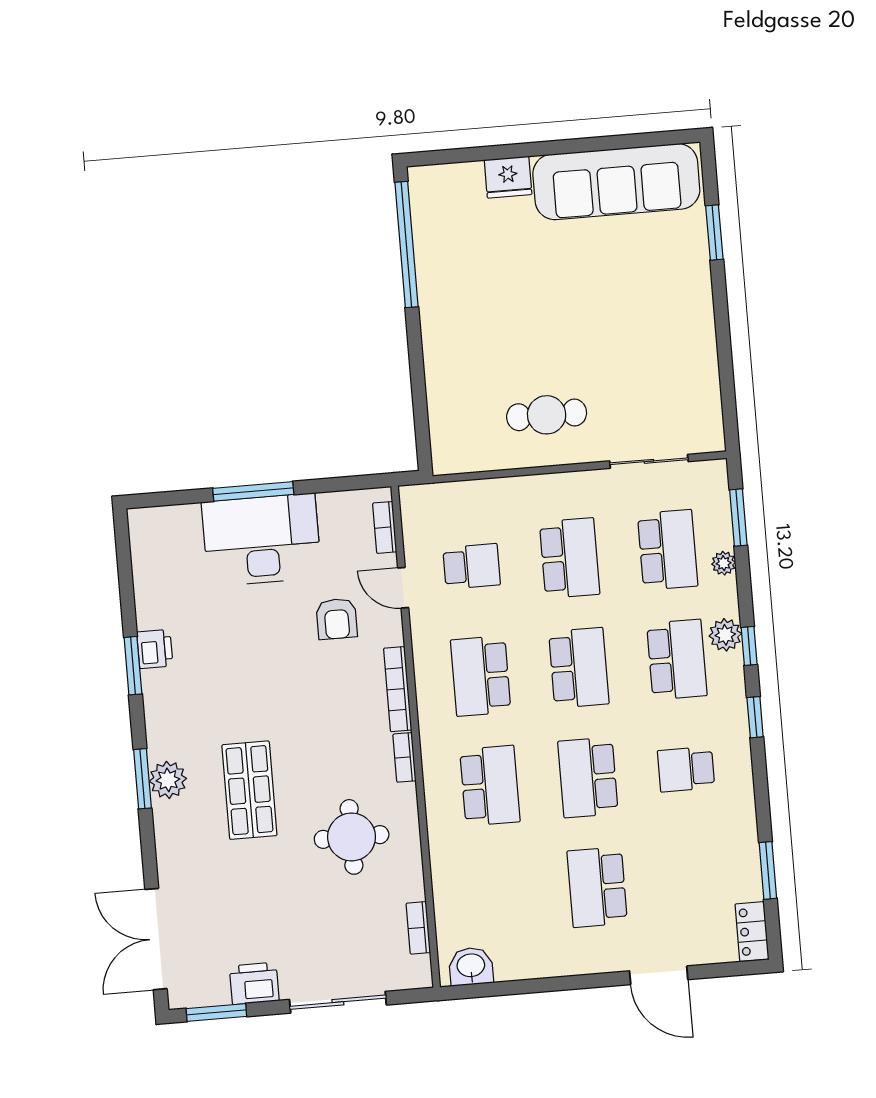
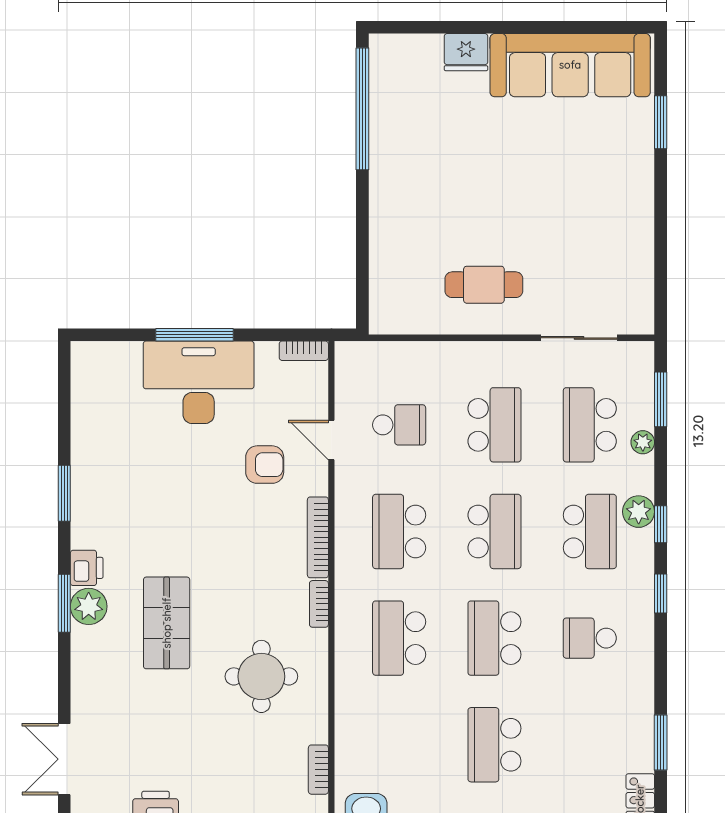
bookcase: (385, 527) -> (304, 351), moved, turned -90
school desk: (668, 550) -> (590, 425), turned 180
armchair: (337, 619) -> (265, 465), turned -90
printer: (155, 649) -> (87, 568), moved
school desk: (490, 786) -> (399, 638), turned 180
double door: (156, 939) -> (64, 759), width x0.73

